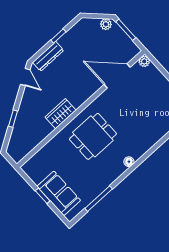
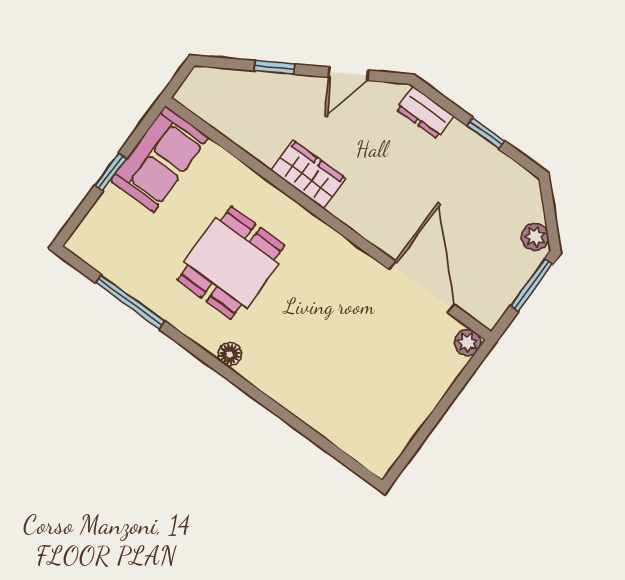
dresser: (48, 56) -> (425, 113), width x0.70
door: (25, 77) -> (348, 74), moved
dining table: (93, 136) -> (231, 263), moved, turned 90
sofa: (59, 193) -> (160, 159), moved

